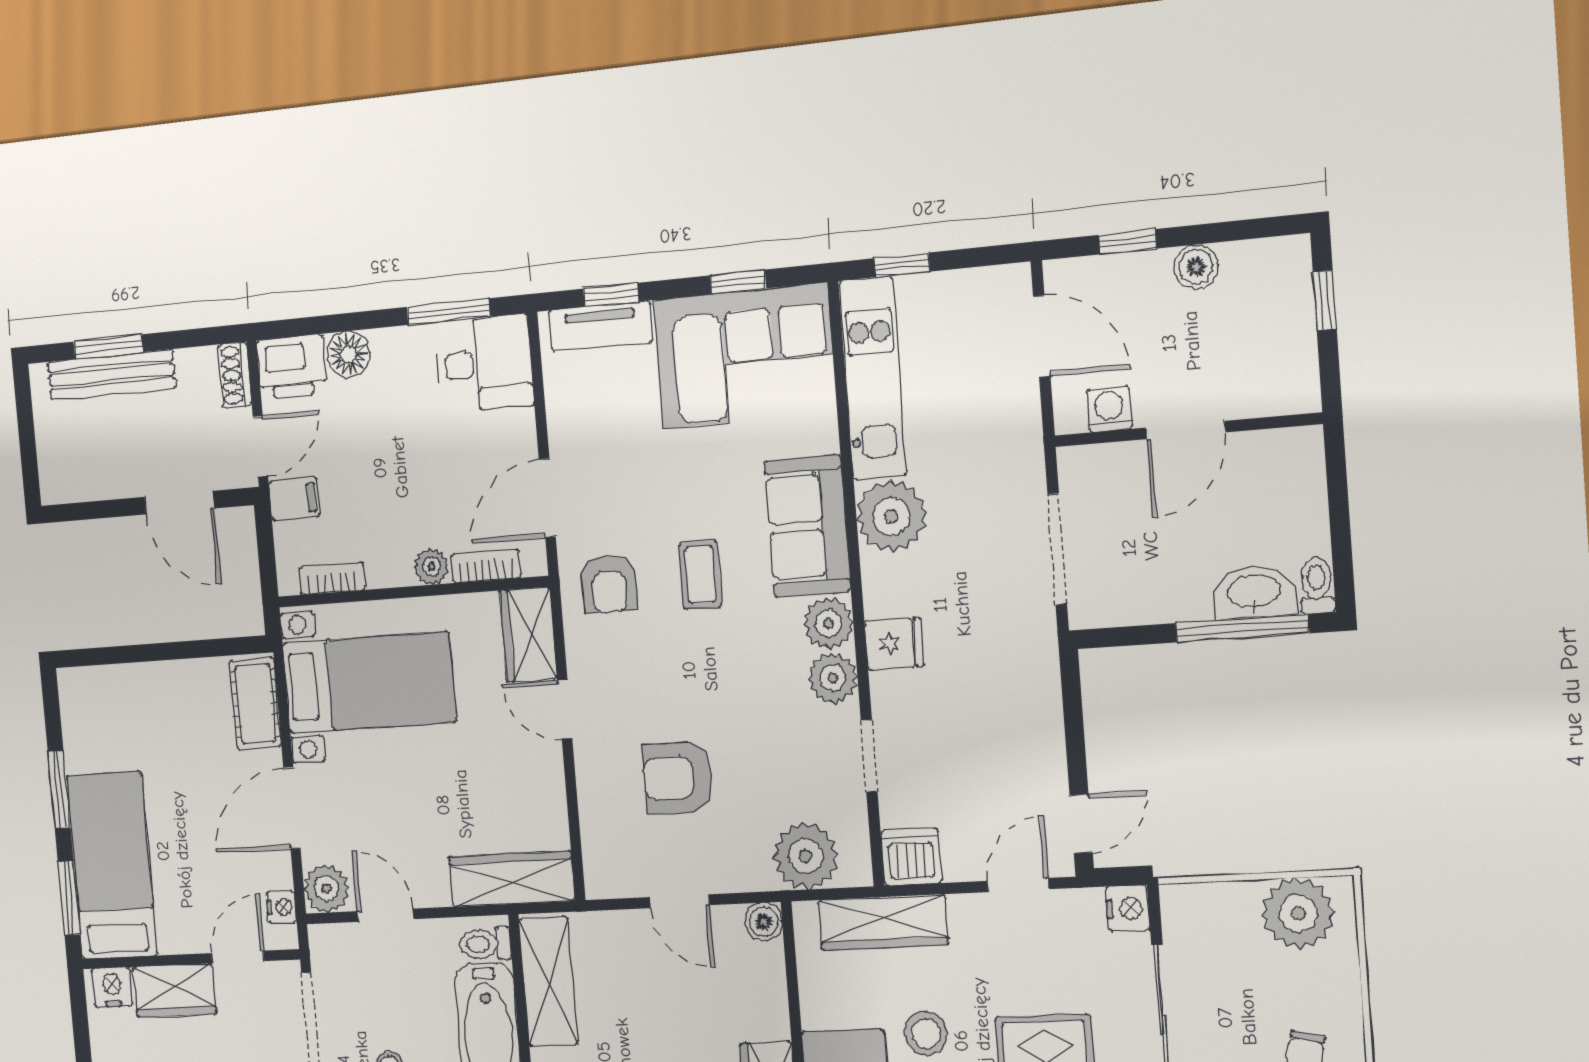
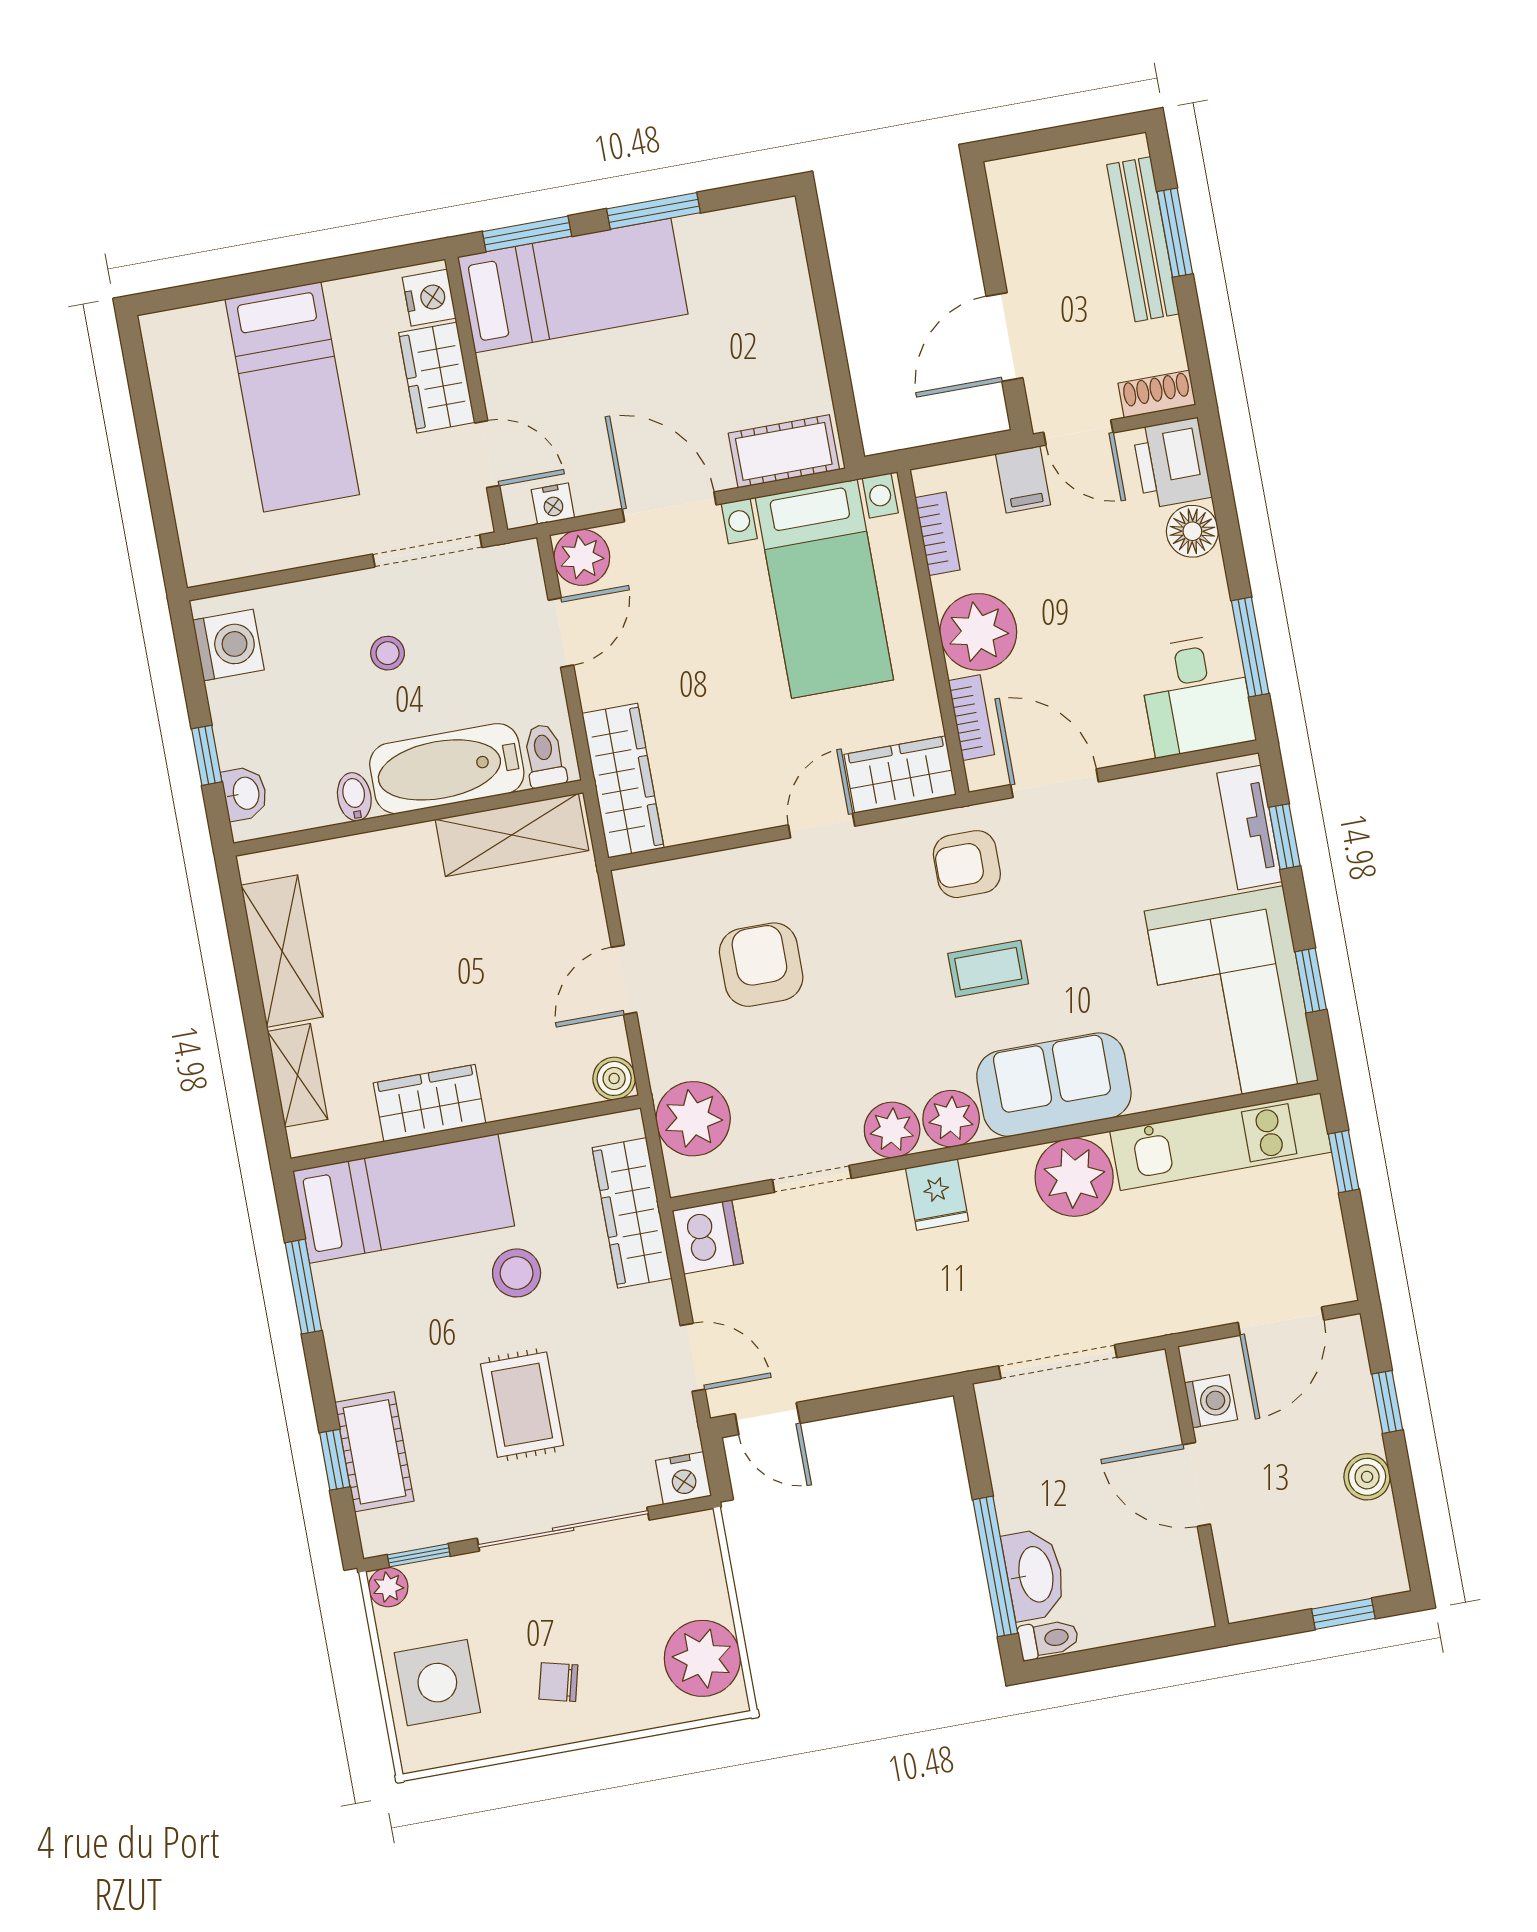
plant: (432, 567) -> (978, 632), width x1.88, depth x1.88

